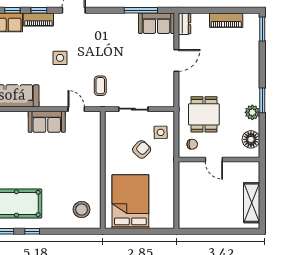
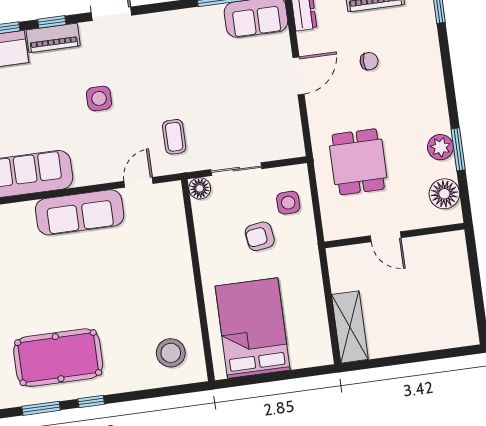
window: (262, 100) -> (458, 149), moved
door: (76, 109) -> (139, 182), hinge flipped
floor lamp: (111, 117) -> (200, 188), added
sofa: (47, 122) -> (80, 212), width x1.36
chair: (192, 144) -> (369, 61), moved
armchair: (142, 149) -> (260, 236), turned -142
shelving: (252, 203) -> (350, 327), moved

